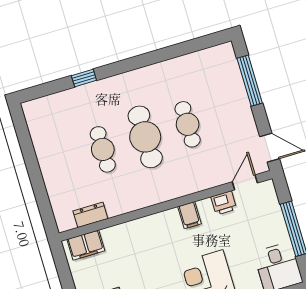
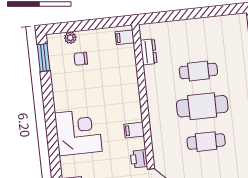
filing cabinet: (86, 245) -> (125, 37), width x0.50

